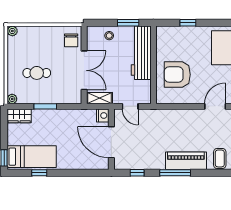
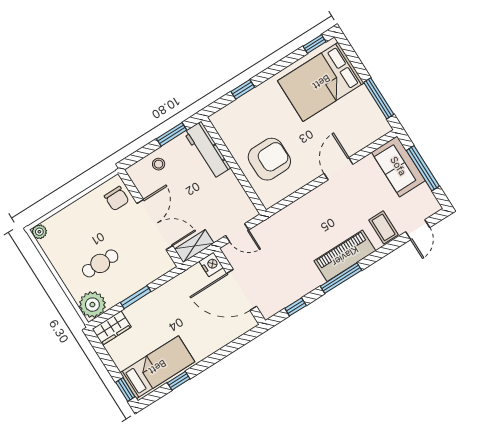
workbench: (141, 53) -> (207, 150), width x0.73, depth x0.76
armchair: (177, 75) -> (269, 159), turned 180
plant: (12, 99) -> (92, 305), width x1.87, depth x1.87

